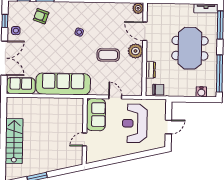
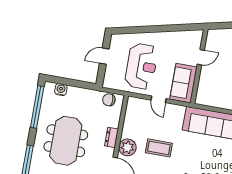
dresser: (151, 70) -> (112, 137), moved

